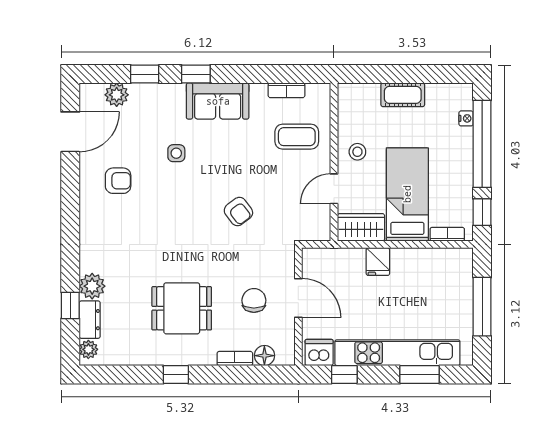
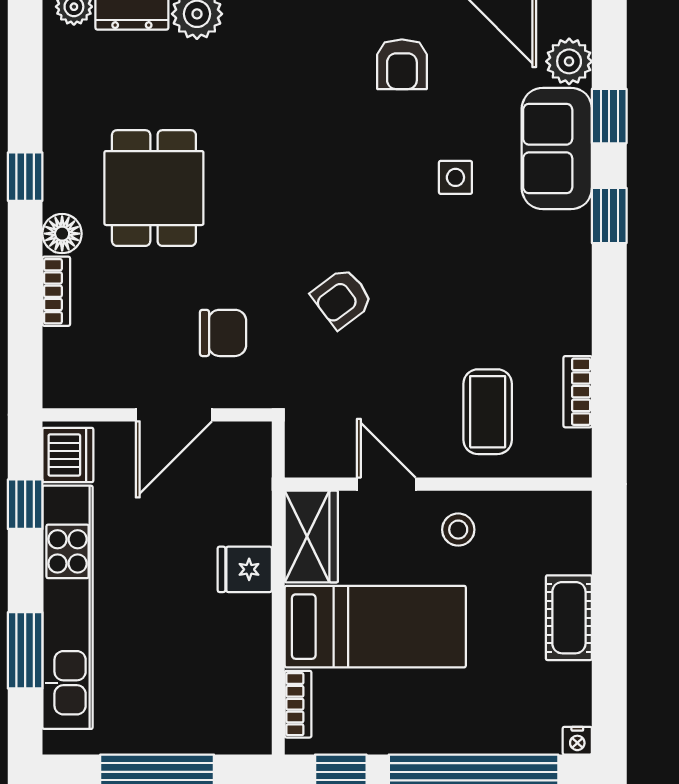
sofa: (218, 101) -> (557, 149), moved
nightstand: (466, 118) -> (577, 741), moved
chair: (254, 300) -> (223, 333), moved
floor lamp: (264, 356) -> (62, 234), moved

